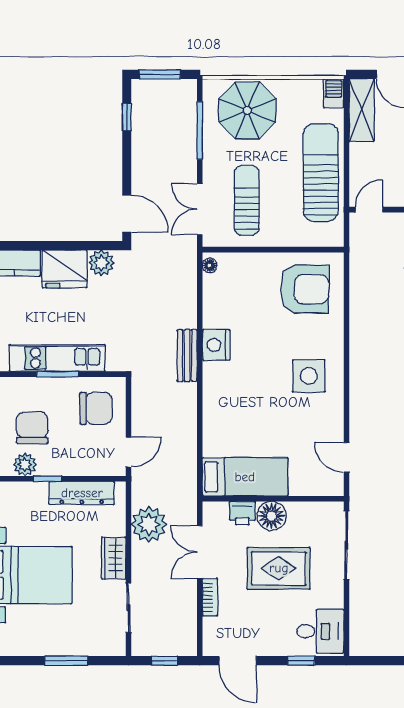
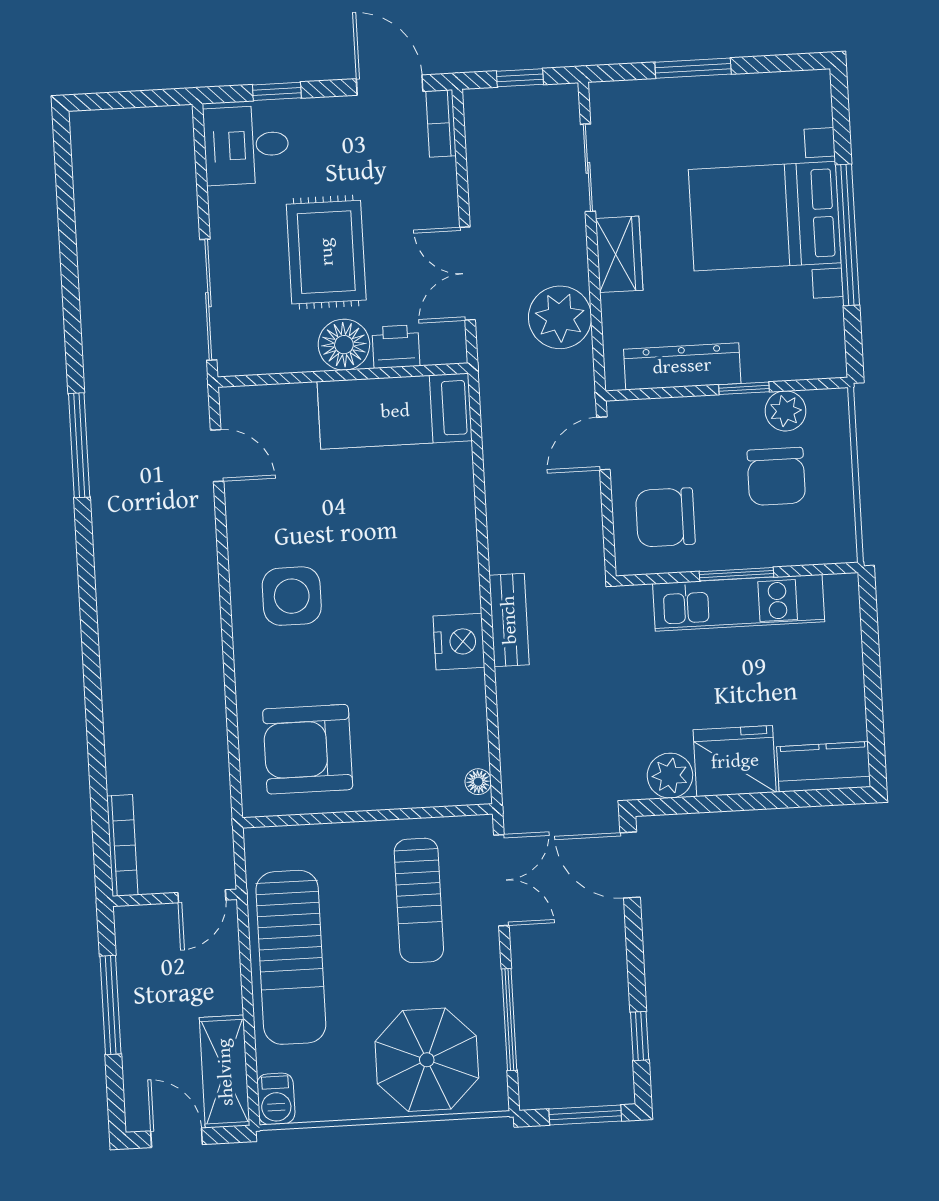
double door: (200, 552) -> (467, 274), swing flipped
rug: (279, 568) -> (326, 252), turned 90
bookcase: (210, 597) -> (441, 123), moved

